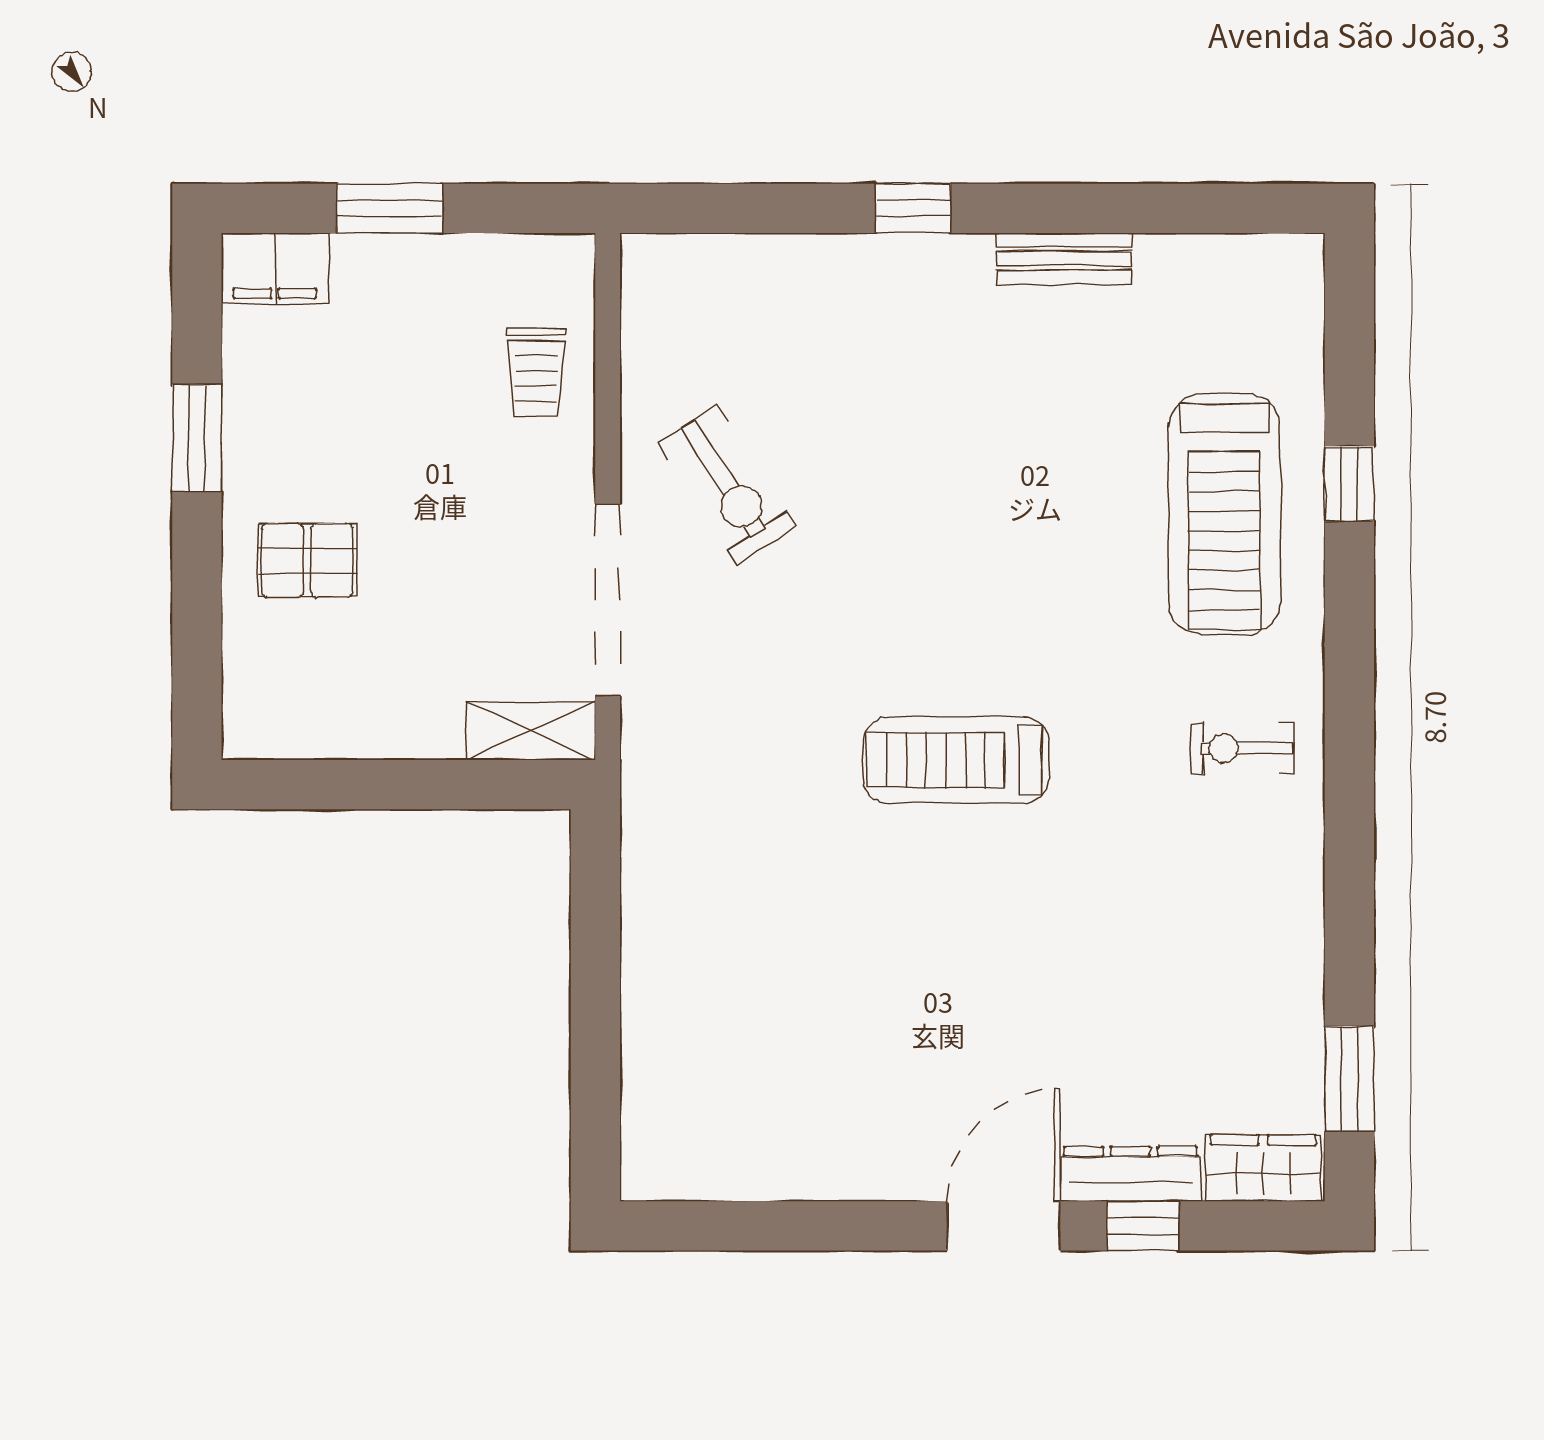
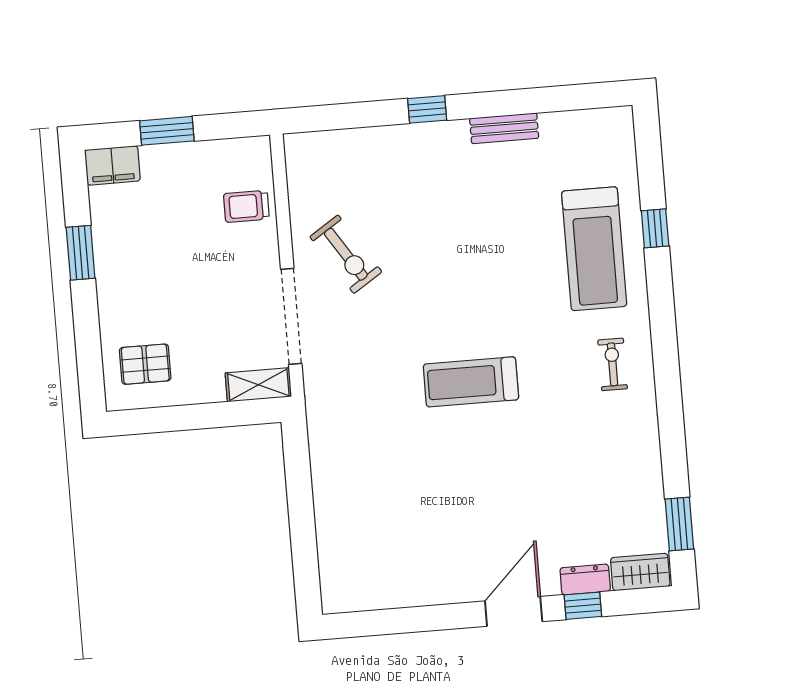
trolley: (536, 372) -> (246, 206), turned 90
pallet: (307, 560) -> (145, 364), moved
exercise bike: (1242, 748) -> (613, 364), turned 90
dresser: (1130, 1174) -> (585, 579), width x0.70

